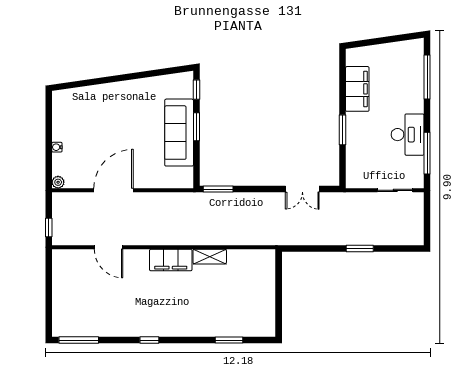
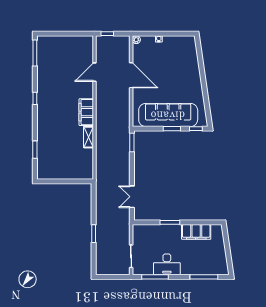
sofa: (179, 133) -> (168, 115), width x1.36, depth x1.27

